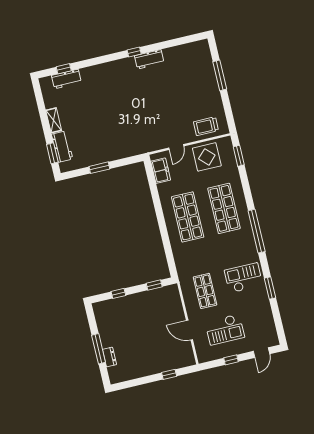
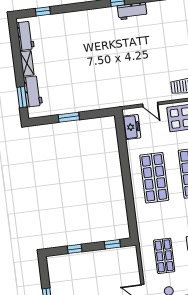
workbench: (66, 79) -> (25, 36), moved, turned -90
door: (176, 147) -> (150, 104), hinge flipped

